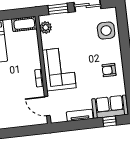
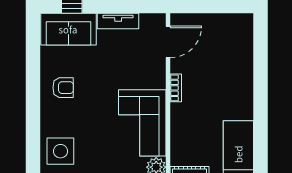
corner sofa: (59, 69) -> (142, 123), moved
door: (47, 106) -> (168, 42), hinge flipped

